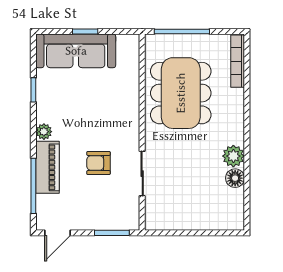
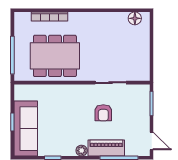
bookcase: (238, 61) -> (50, 17), moved
plant: (233, 156) -> (98, 20), removed
floor lamp: (235, 178) -> (135, 18), moved

